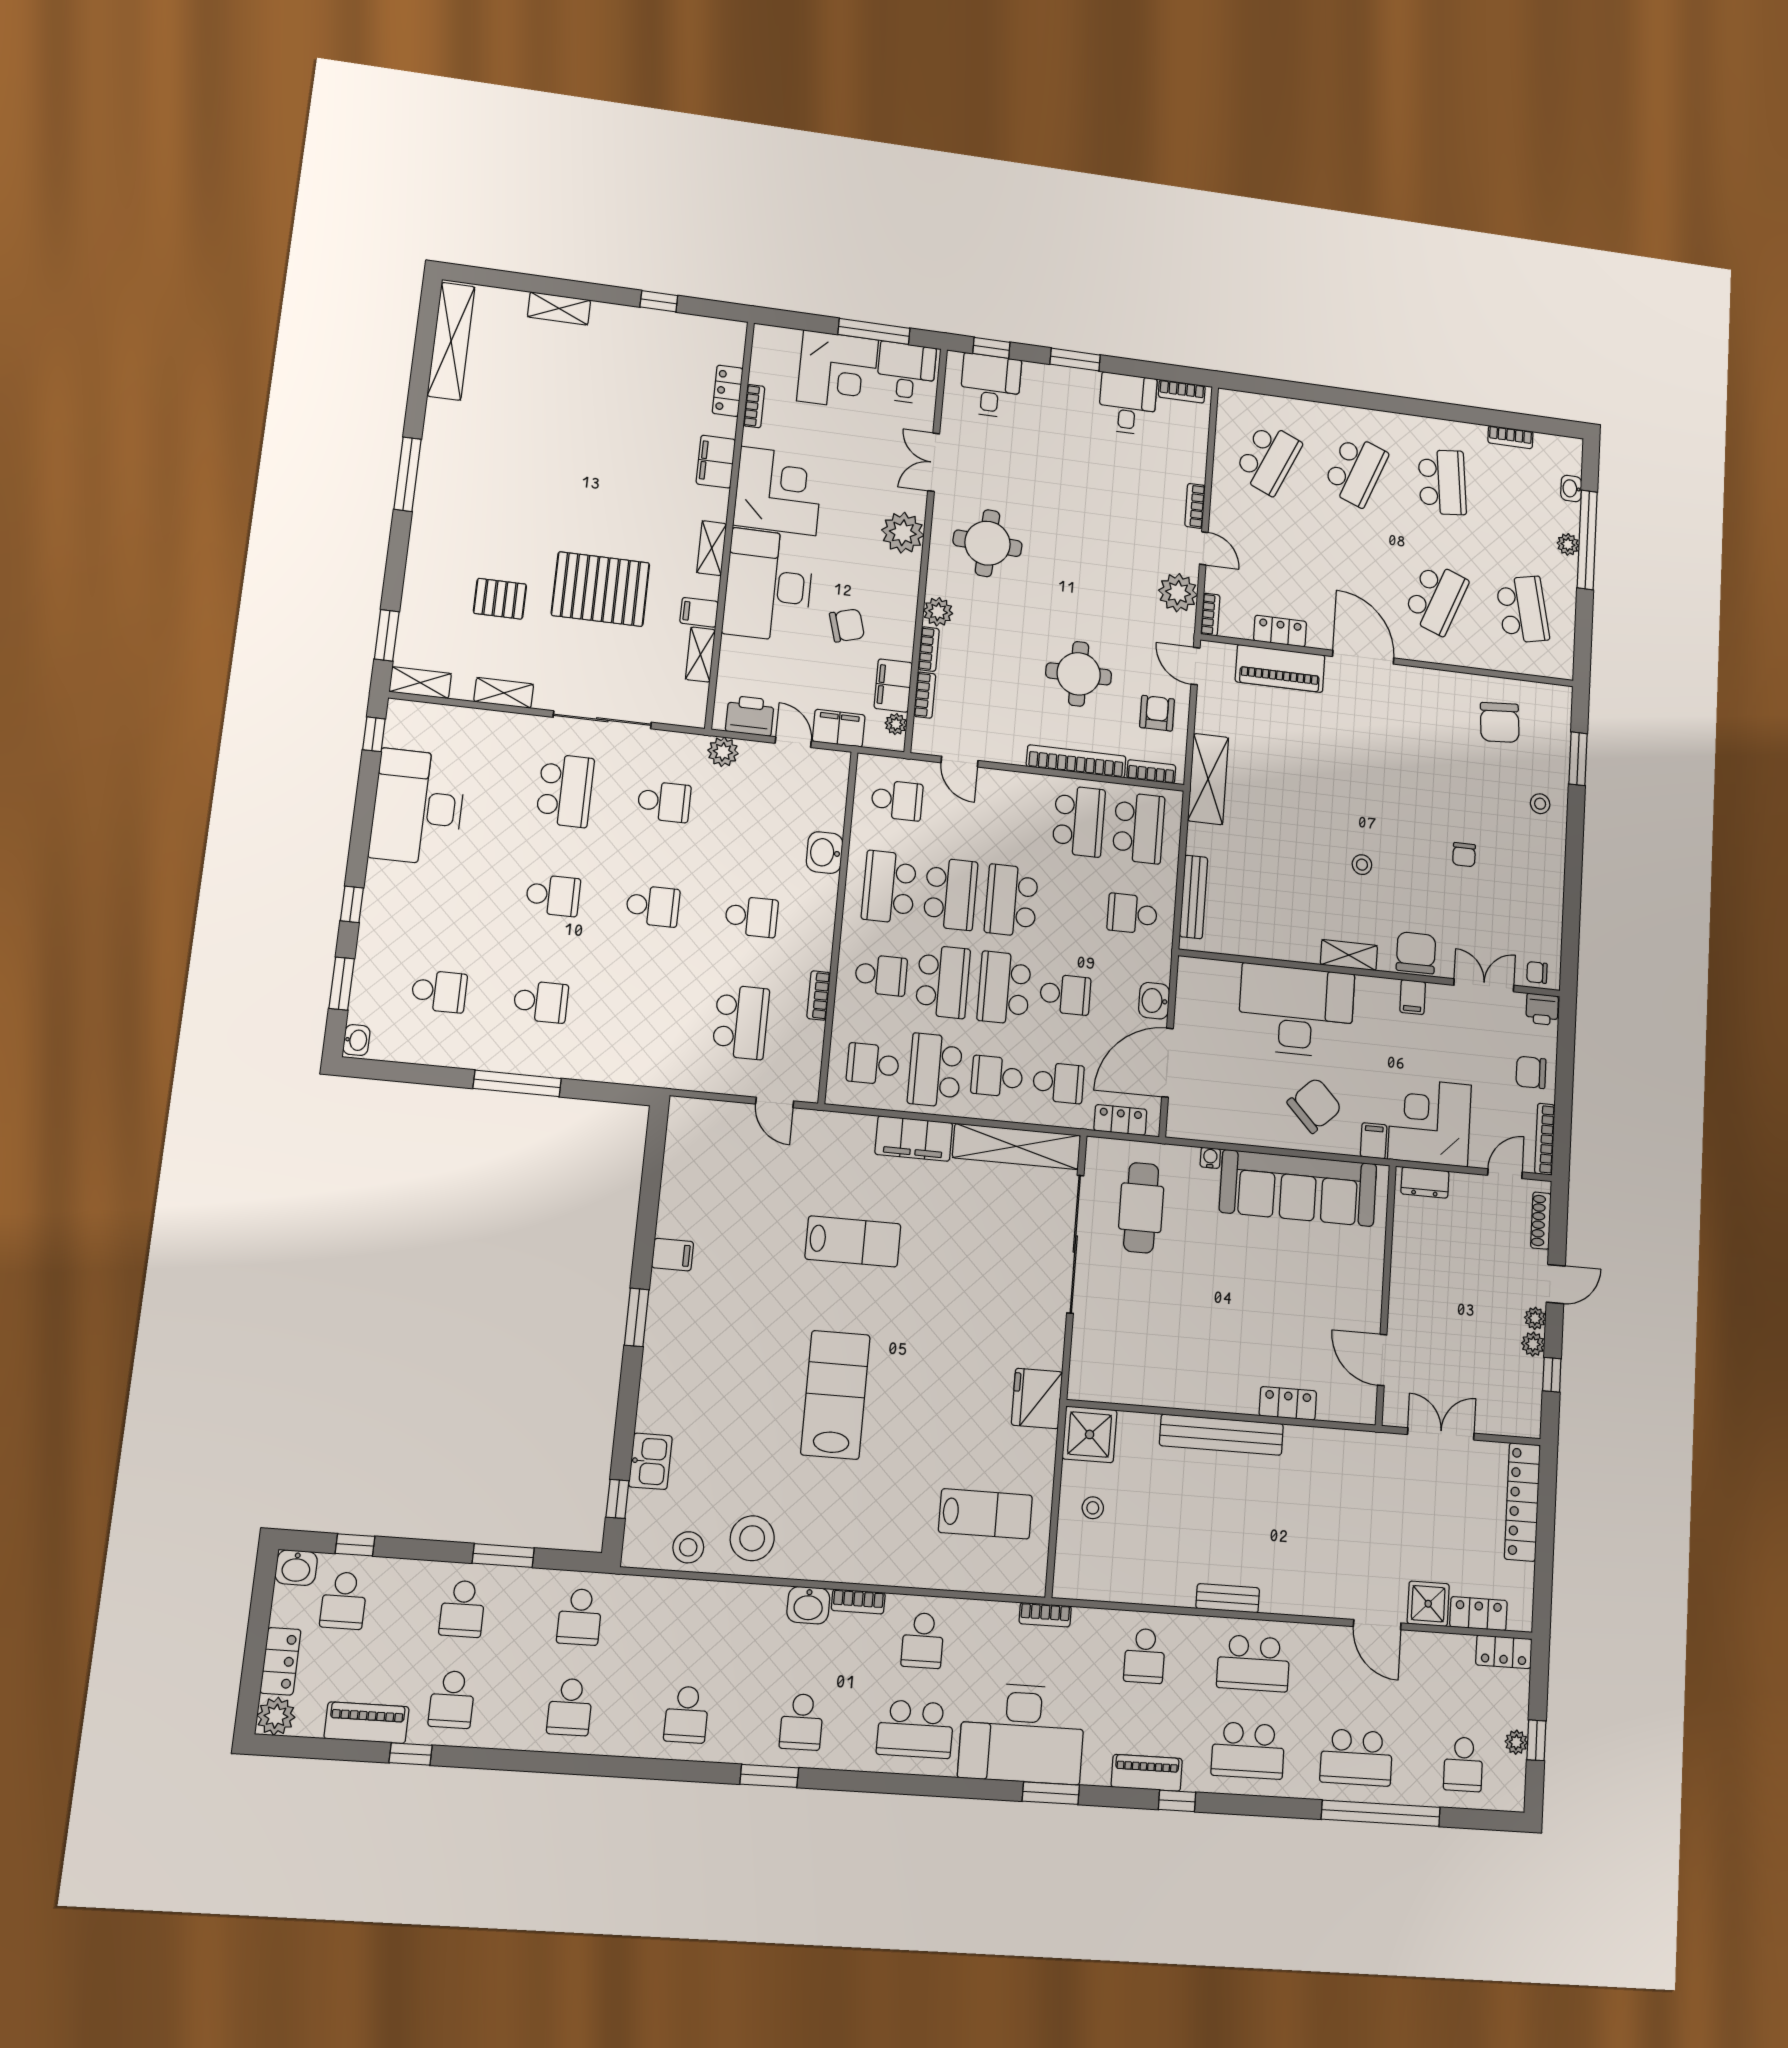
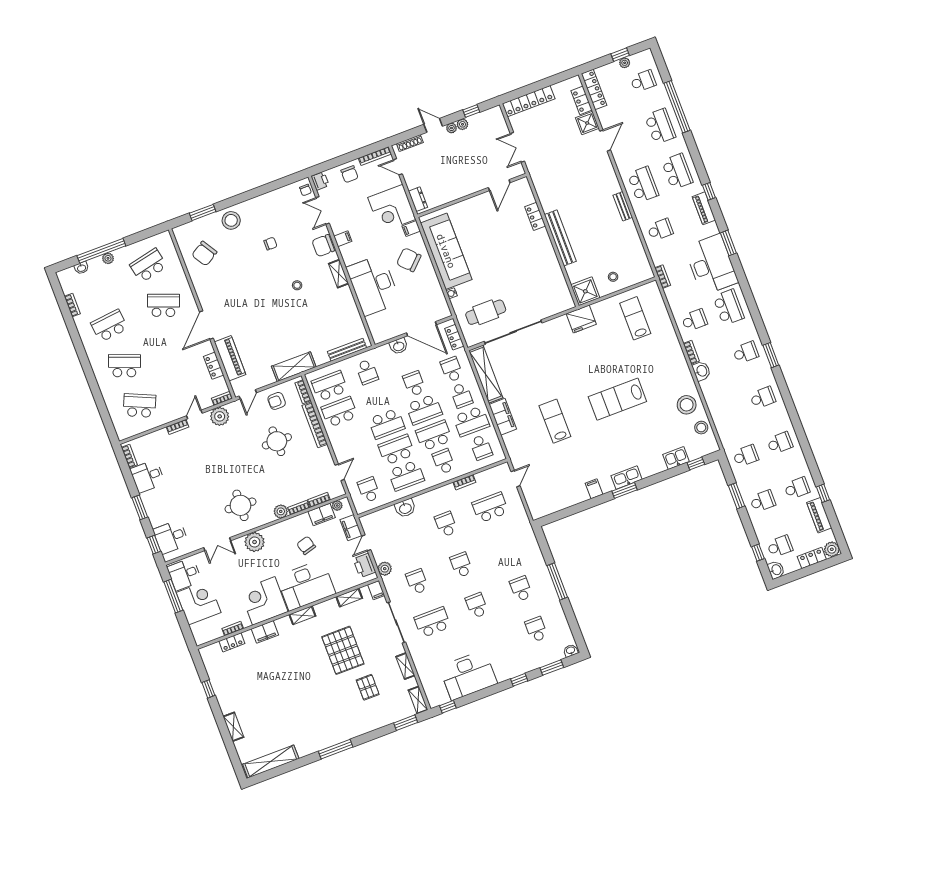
filing cabinet: (699, 612) -> (376, 590), moved
chair: (1500, 723) -> (204, 254), turned 152
stool: (1540, 804) -> (231, 220), width x1.89, depth x1.89
kitchen sink: (662, 1335) -> (627, 478), added
locker: (1504, 1652) -> (594, 89), width x1.53

